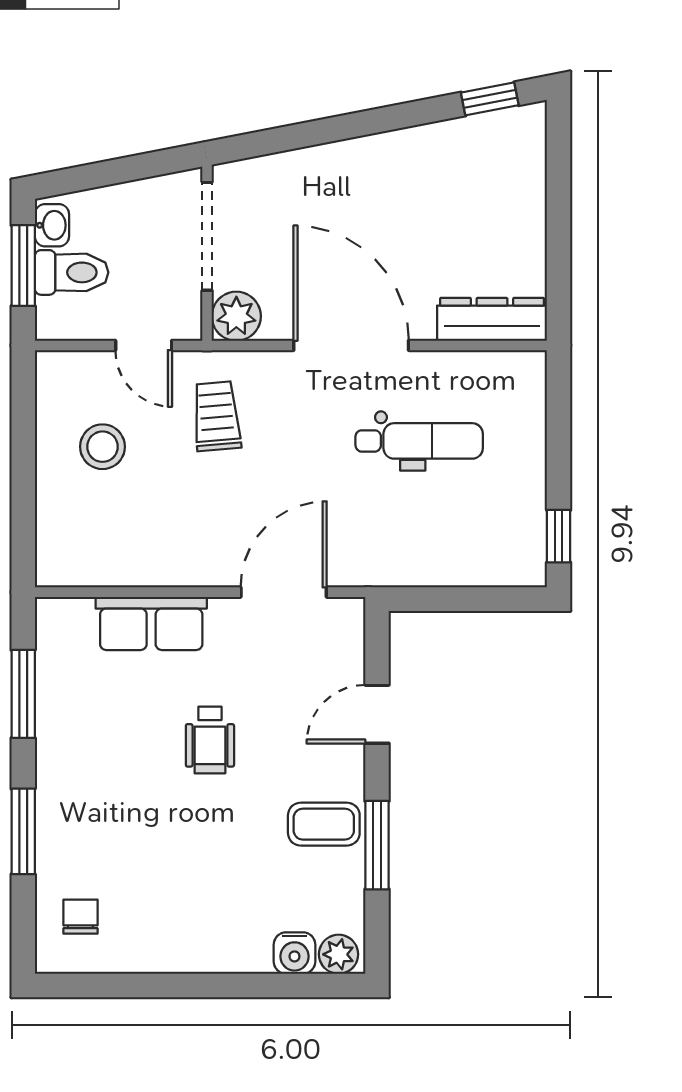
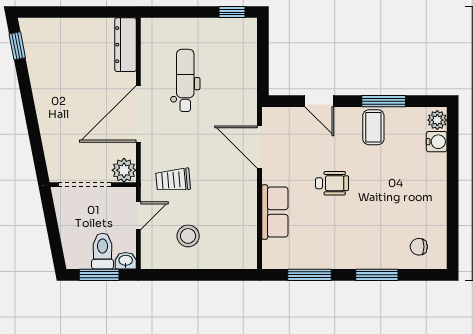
washbasin: (52, 225) -> (126, 261), moved

